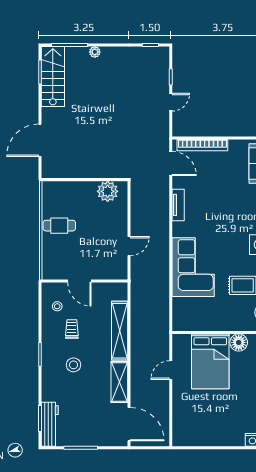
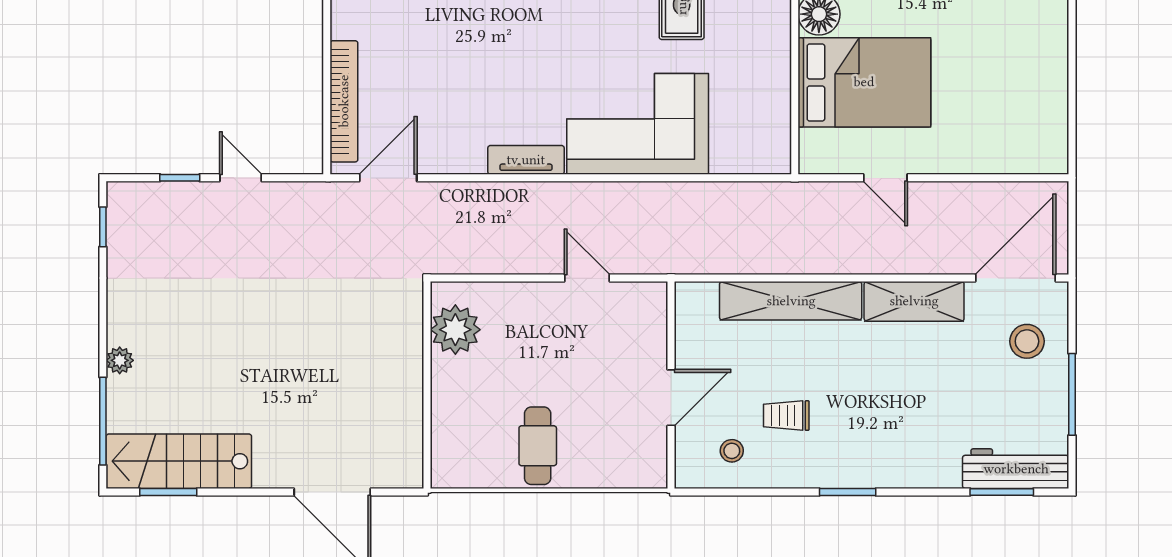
tv unit: (178, 205) -> (526, 160), moved
stool: (74, 365) -> (1027, 341), moved

